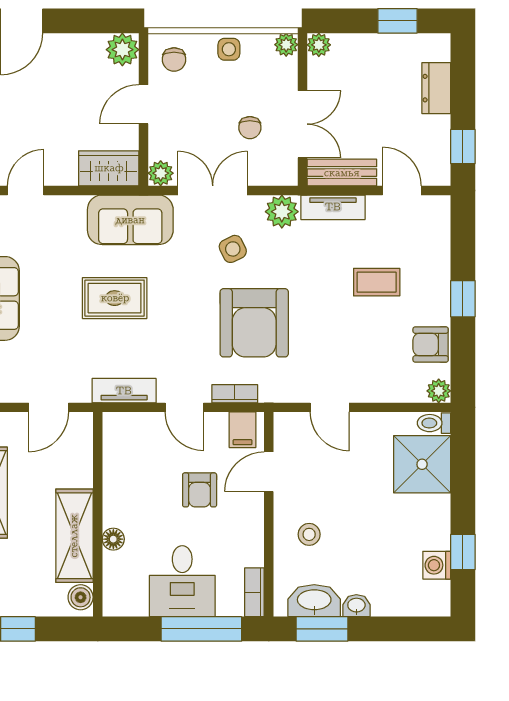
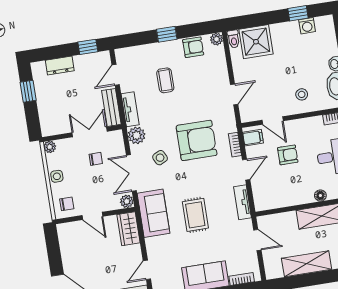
plant: (319, 45) -> (47, 130), removed
plant: (122, 50) -> (66, 231), removed
door: (26, 190) -> (147, 270), hinge flipped
armchair: (431, 345) -> (193, 47), turned -90

